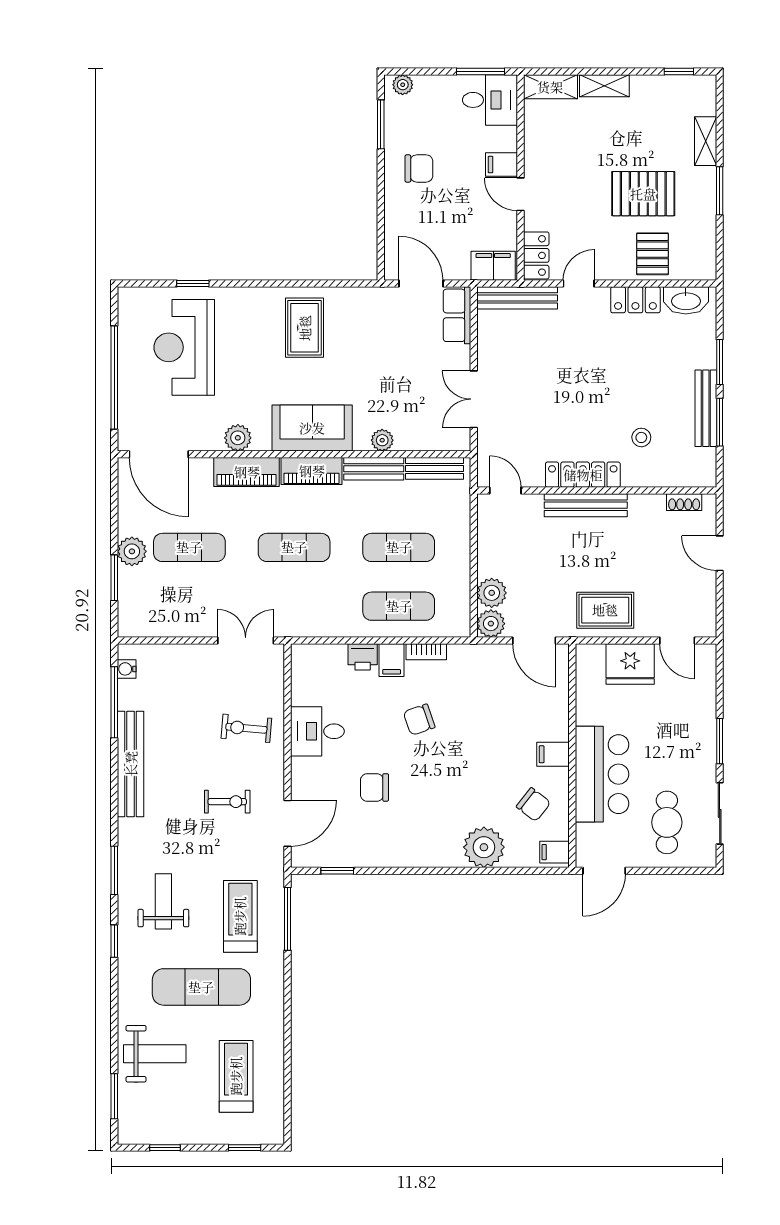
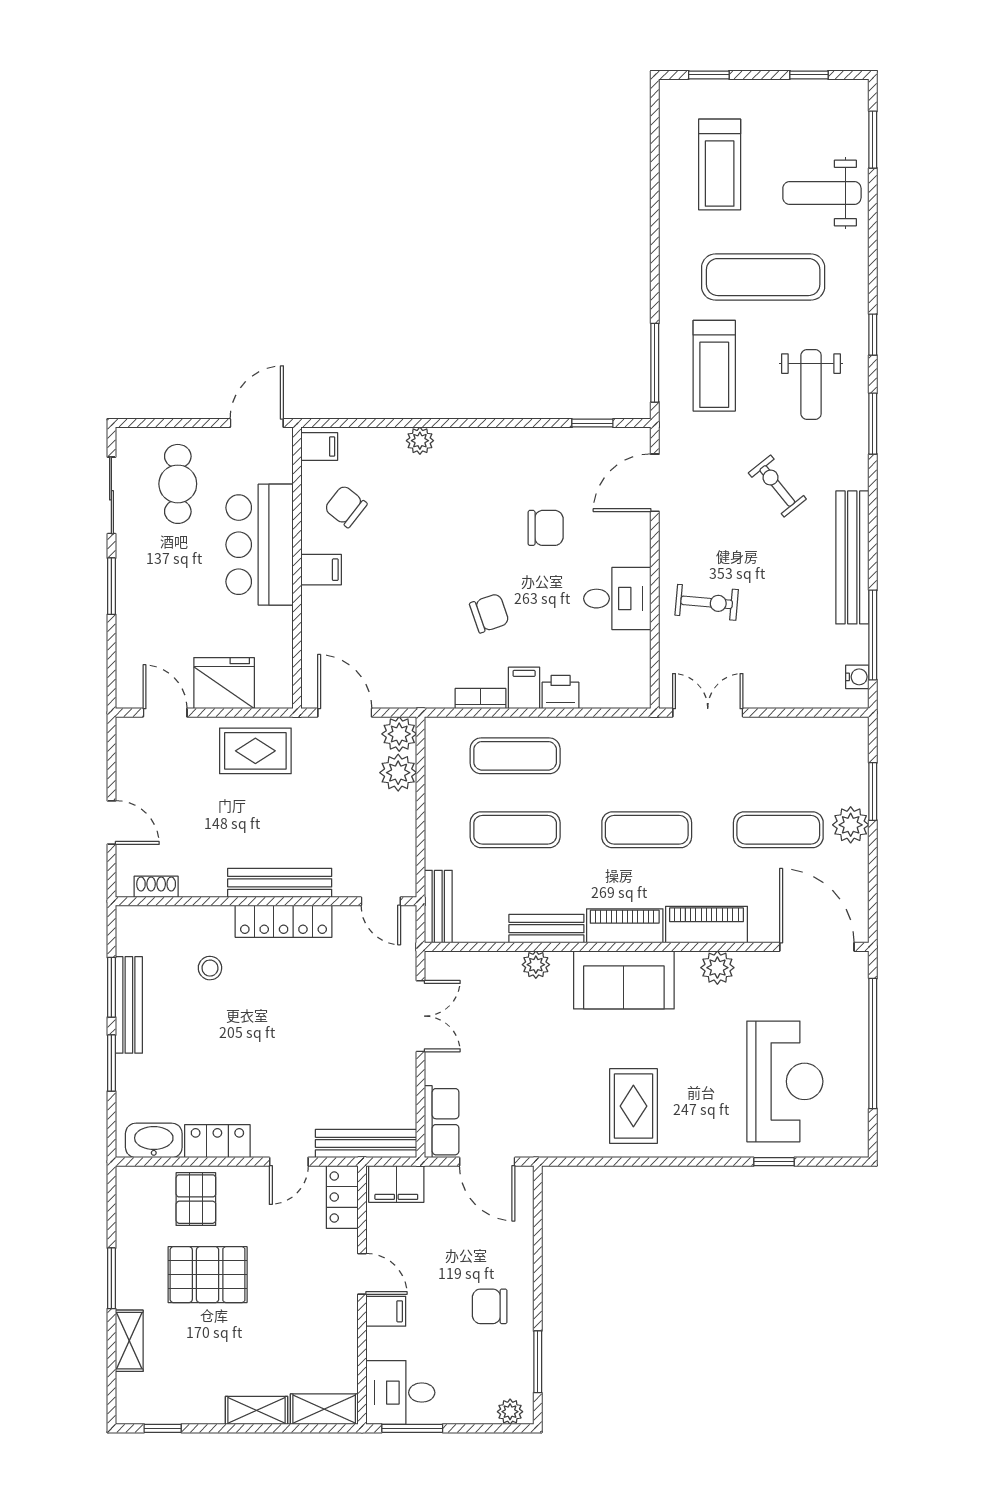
bench: (435, 468) -> (438, 907), moved, turned 90
double door: (246, 641) -> (708, 713), swing flipped
exercise bike: (227, 802) -> (777, 486), moved, turned 51
plant: (484, 847) -> (420, 441), width x0.53, depth x0.53

